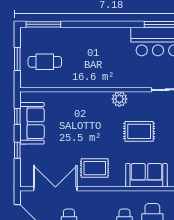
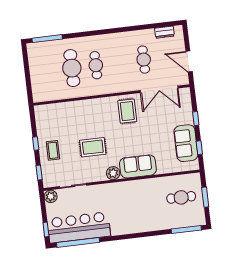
rug: (95, 168) -> (127, 111), turned 90
sofa: (146, 175) -> (138, 166), moved, turned 180

